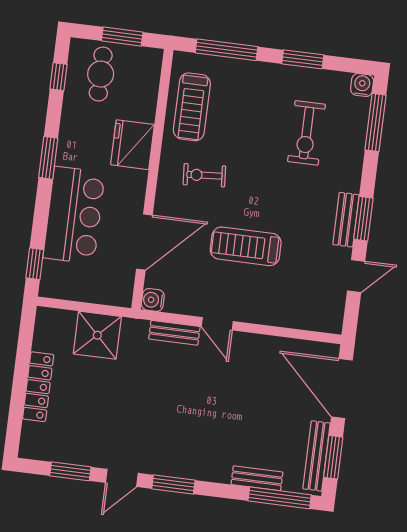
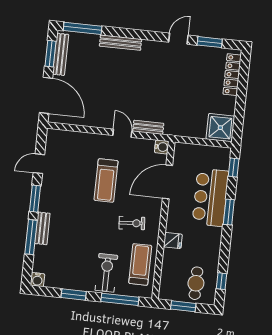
window: (375, 123) -> (31, 237), moved
exercise bike: (307, 133) -> (106, 273), moved
fridge: (132, 145) -> (173, 240), width x0.53, depth x0.75
window: (48, 158) -> (229, 212), moved
bench: (346, 220) -> (42, 228), moved
treadmill: (246, 246) -> (106, 181), turned 90
shower: (97, 335) -> (220, 128), moved
locker: (38, 387) -> (232, 75), moved
bench: (257, 478) -> (120, 43), moved, width x1.36
window: (173, 484) -> (147, 35), removed

